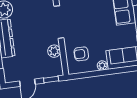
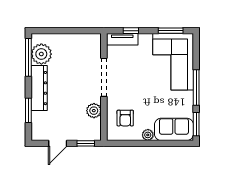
armchair: (81, 54) -> (125, 118), turned -90

